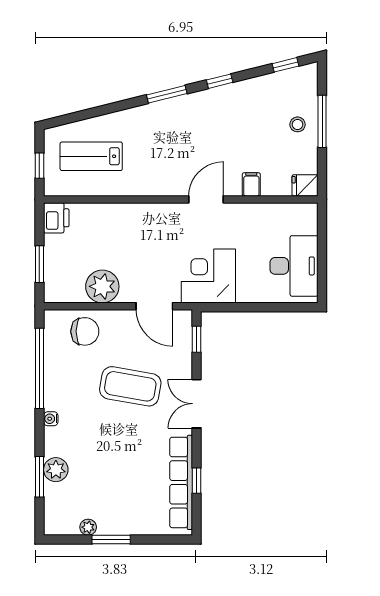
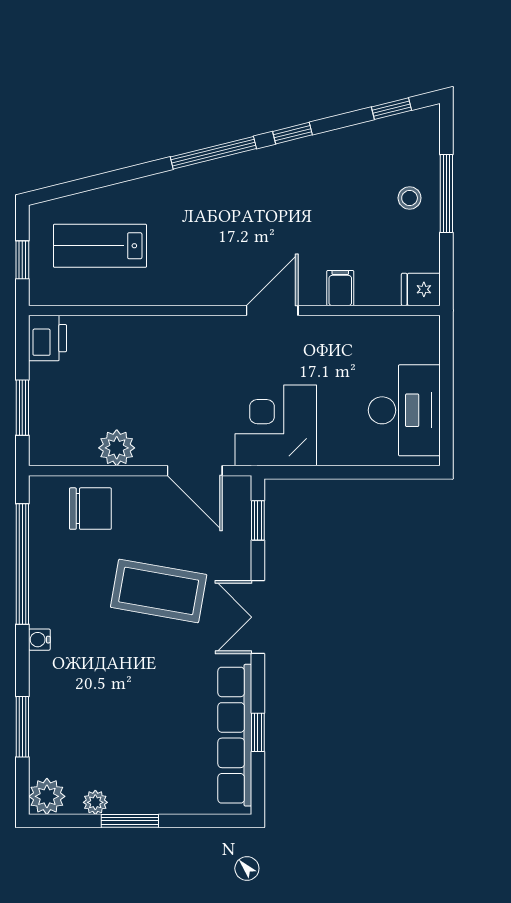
window: (167, 94) -> (213, 153), width x1.44
plant: (102, 286) -> (117, 448), width x0.73, depth x0.73
plant: (56, 470) -> (47, 796), moved

